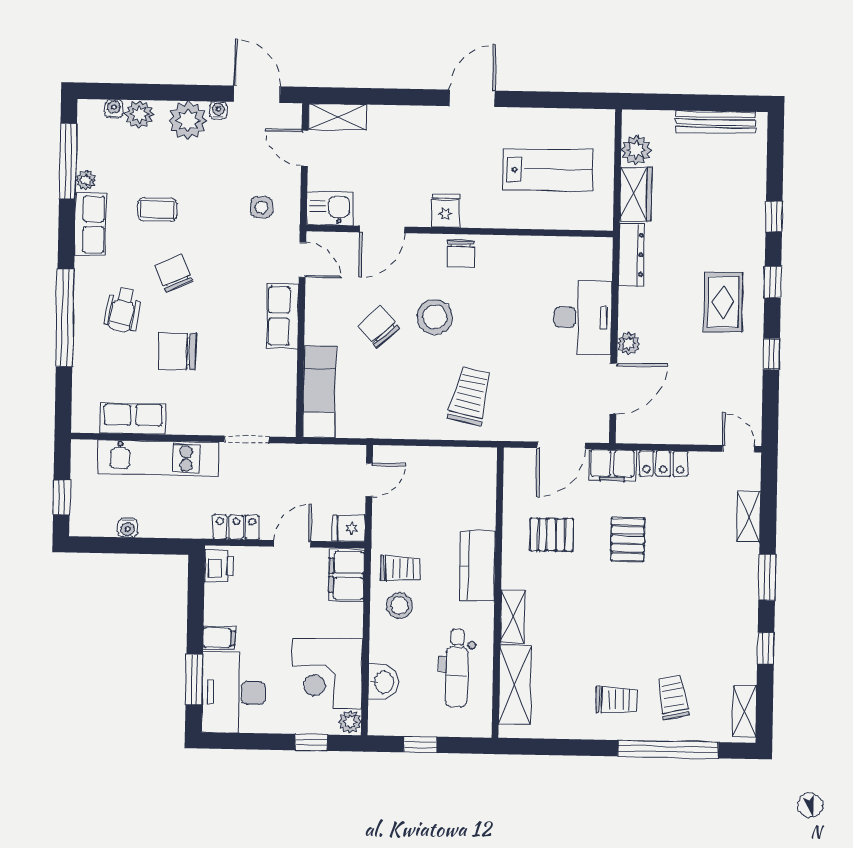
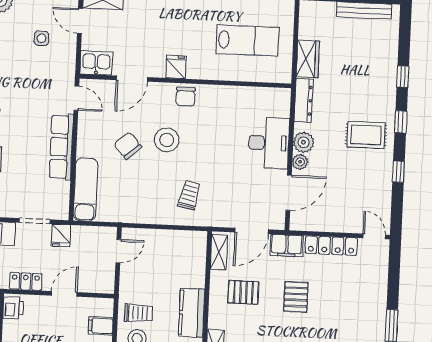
plant: (636, 150) -> (304, 142), moved
side table: (262, 207) -> (41, 38), moved
rug: (723, 302) -> (366, 135), turned 90
row of seats: (283, 316) -> (61, 147), width x1.48
trolley: (470, 396) -> (189, 195), width x0.73, depth x0.72
locker: (663, 463) -> (331, 246), width x1.53
shelving: (749, 517) -> (219, 252), moved
fridge: (349, 528) -> (61, 236), moved, turned -90
filing cabinet: (347, 575) -> (101, 326), width x0.50

